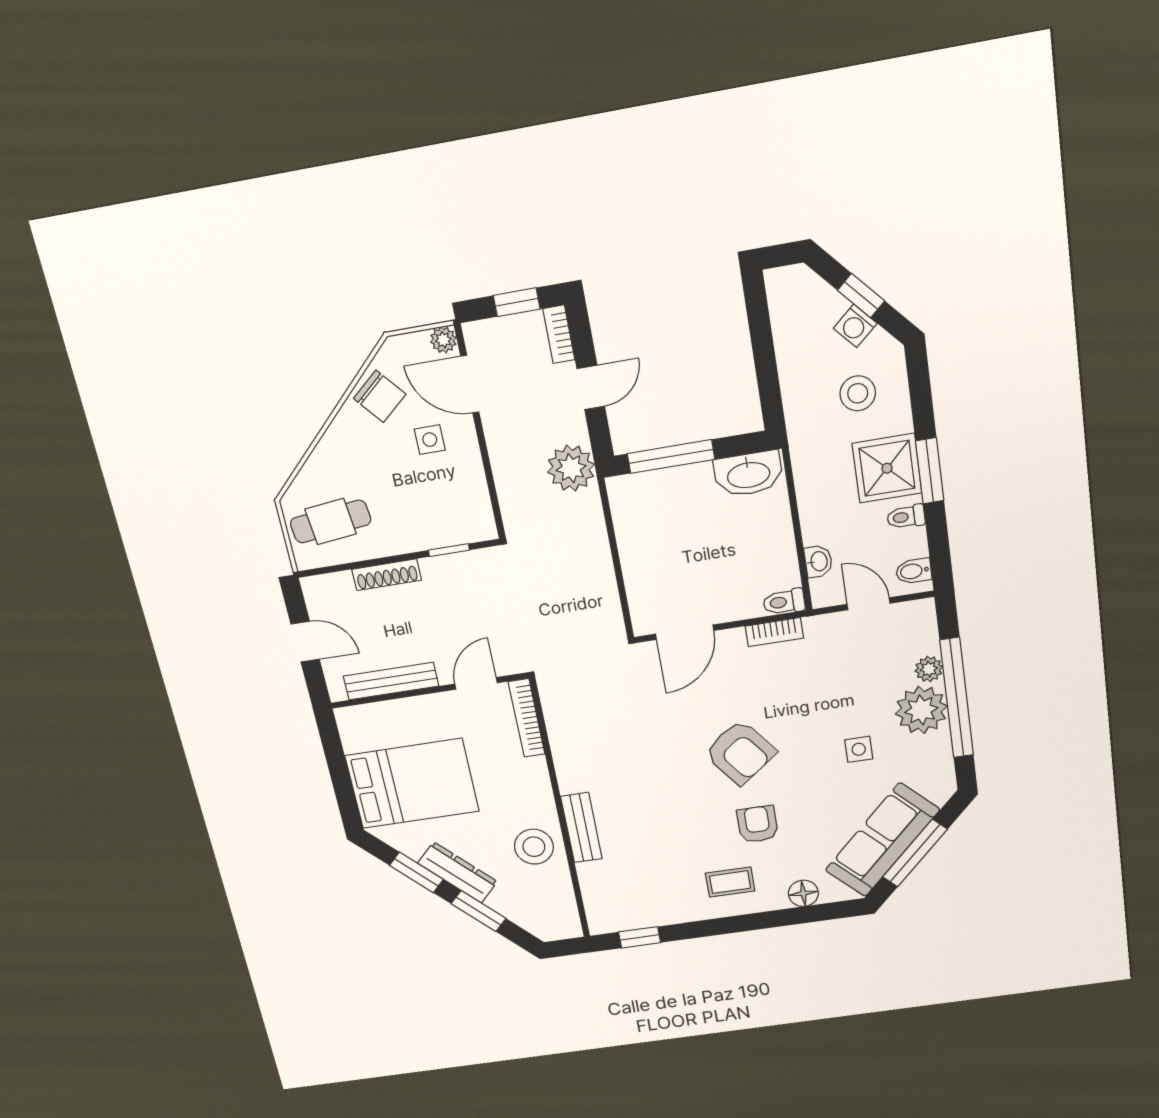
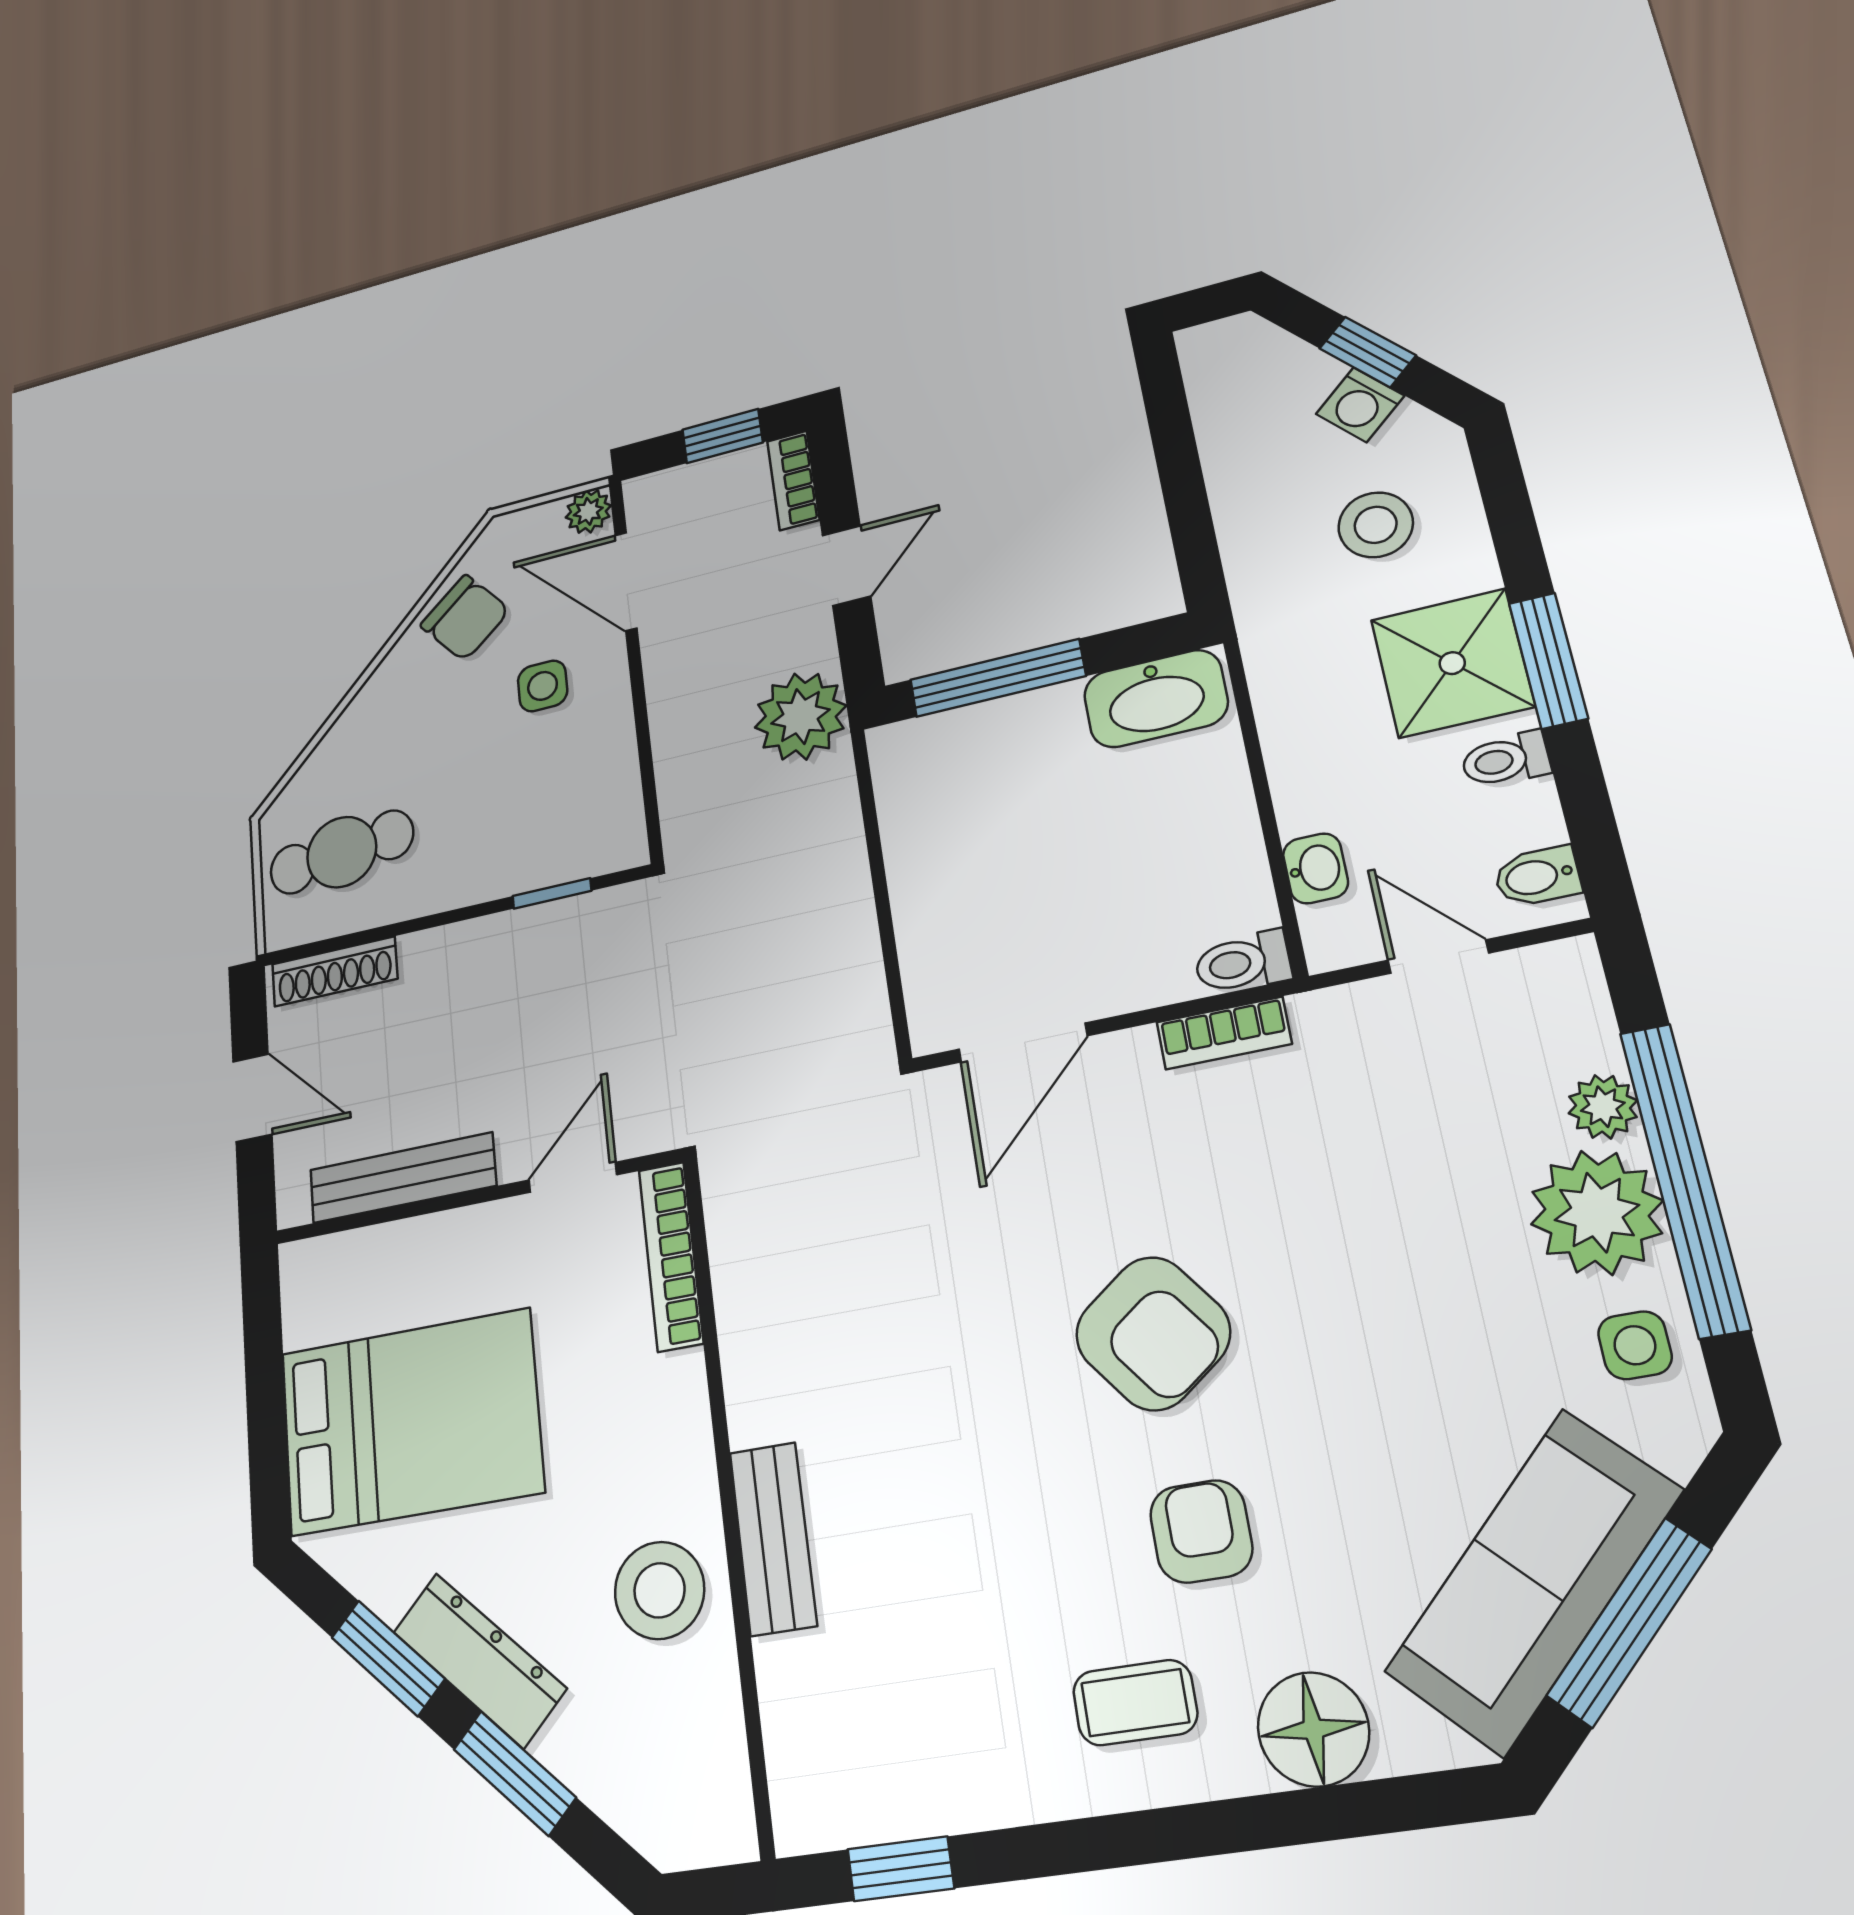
shoe rack: (387, 575) -> (335, 971), moved
side table: (859, 749) -> (1635, 1345), moved
floor lamp: (803, 893) -> (1313, 1729), width x1.38, depth x1.38

